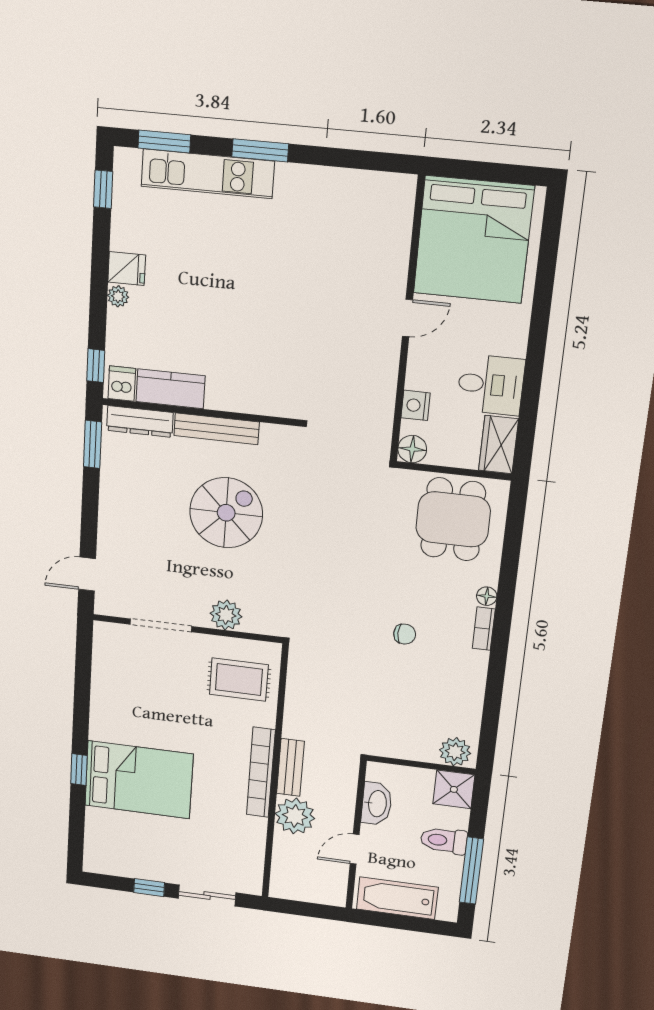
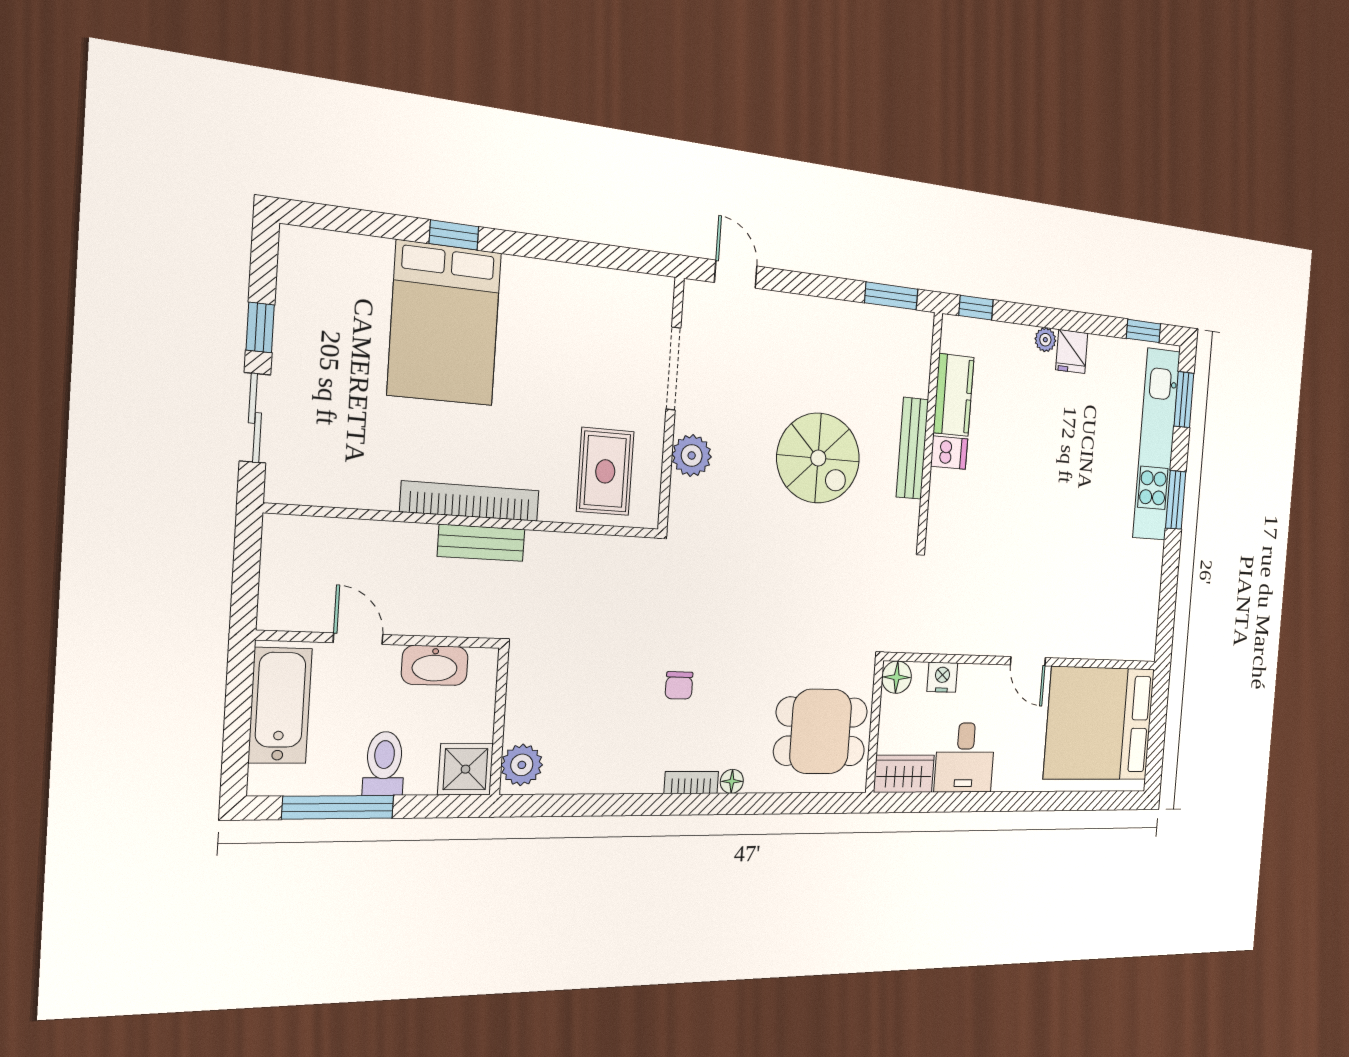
kitchen unit: (208, 174) -> (1156, 444), width x1.36
dishwasher: (122, 384) -> (949, 453), moved
dresser: (140, 421) -> (918, 356), removed
plant: (295, 816) -> (405, 551), removed

